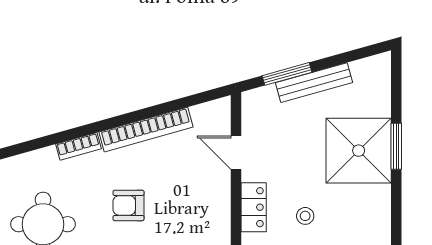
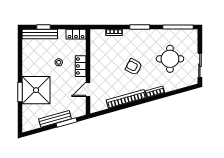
door: (236, 153) -> (88, 89), swing flipped
armchair: (129, 205) -> (134, 67), turned -153

